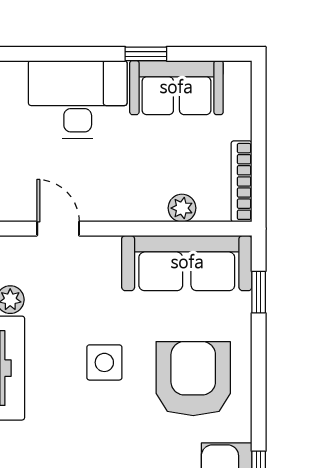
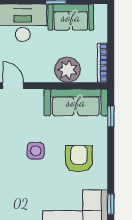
plant: (182, 208) -> (68, 70), width x1.88, depth x1.88
armchair: (193, 379) -> (79, 159), width x0.73, depth x0.73

